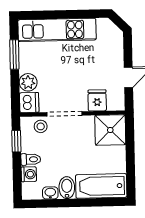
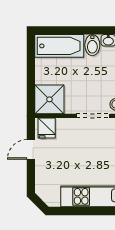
fridge: (97, 100) -> (47, 128), moved

